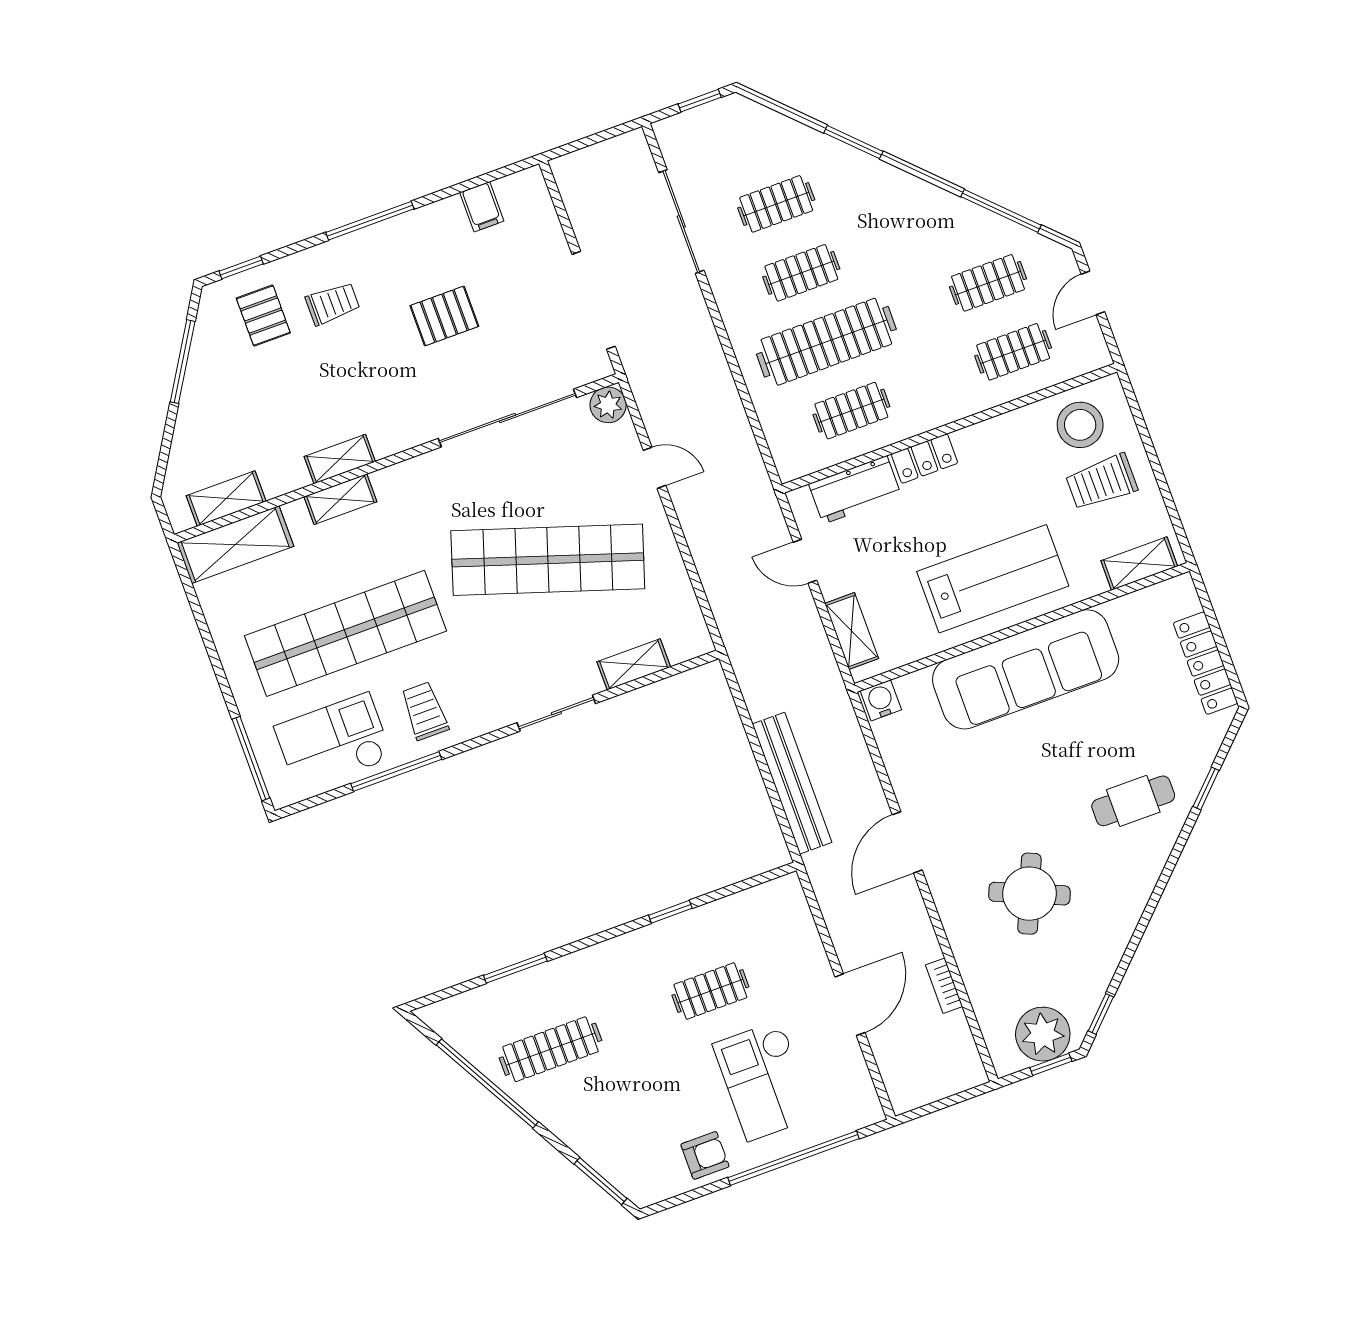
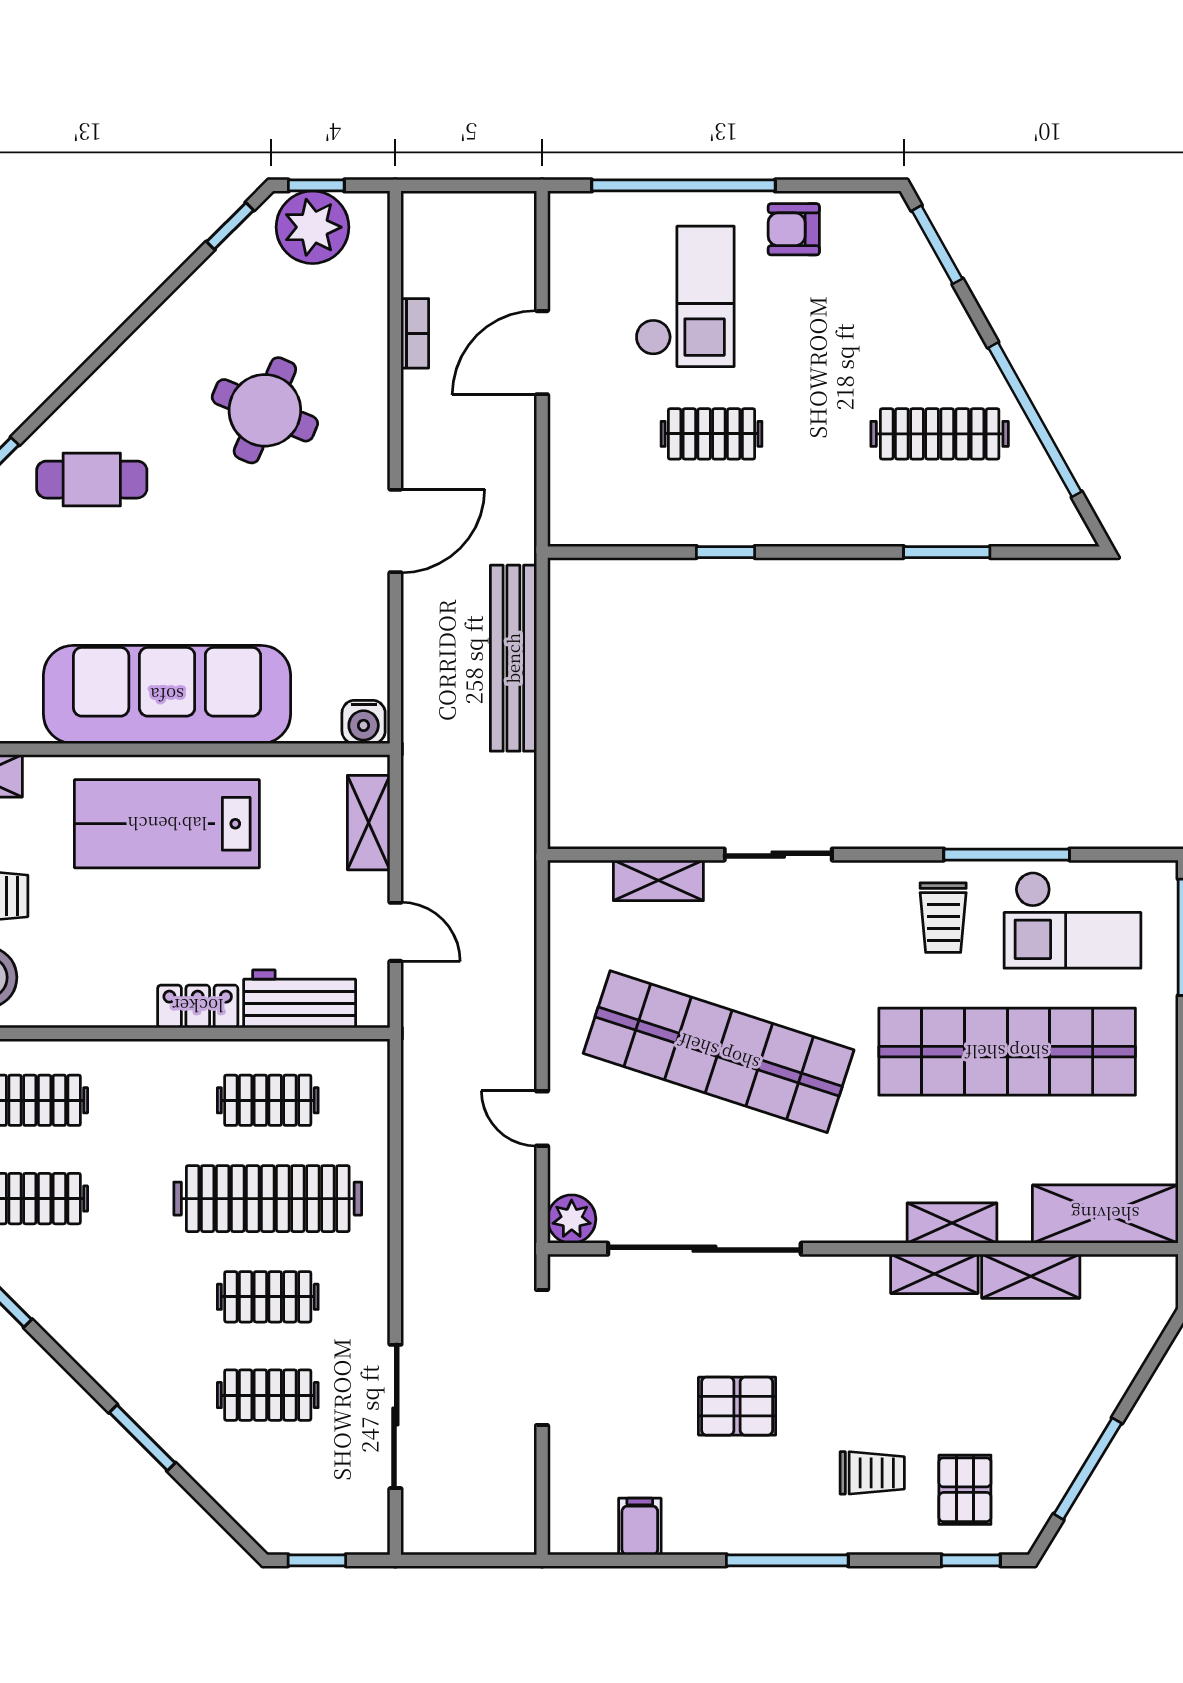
trolley: (333, 304) -> (872, 1473), turned 180
shelving: (226, 498) -> (1031, 1276), moved

